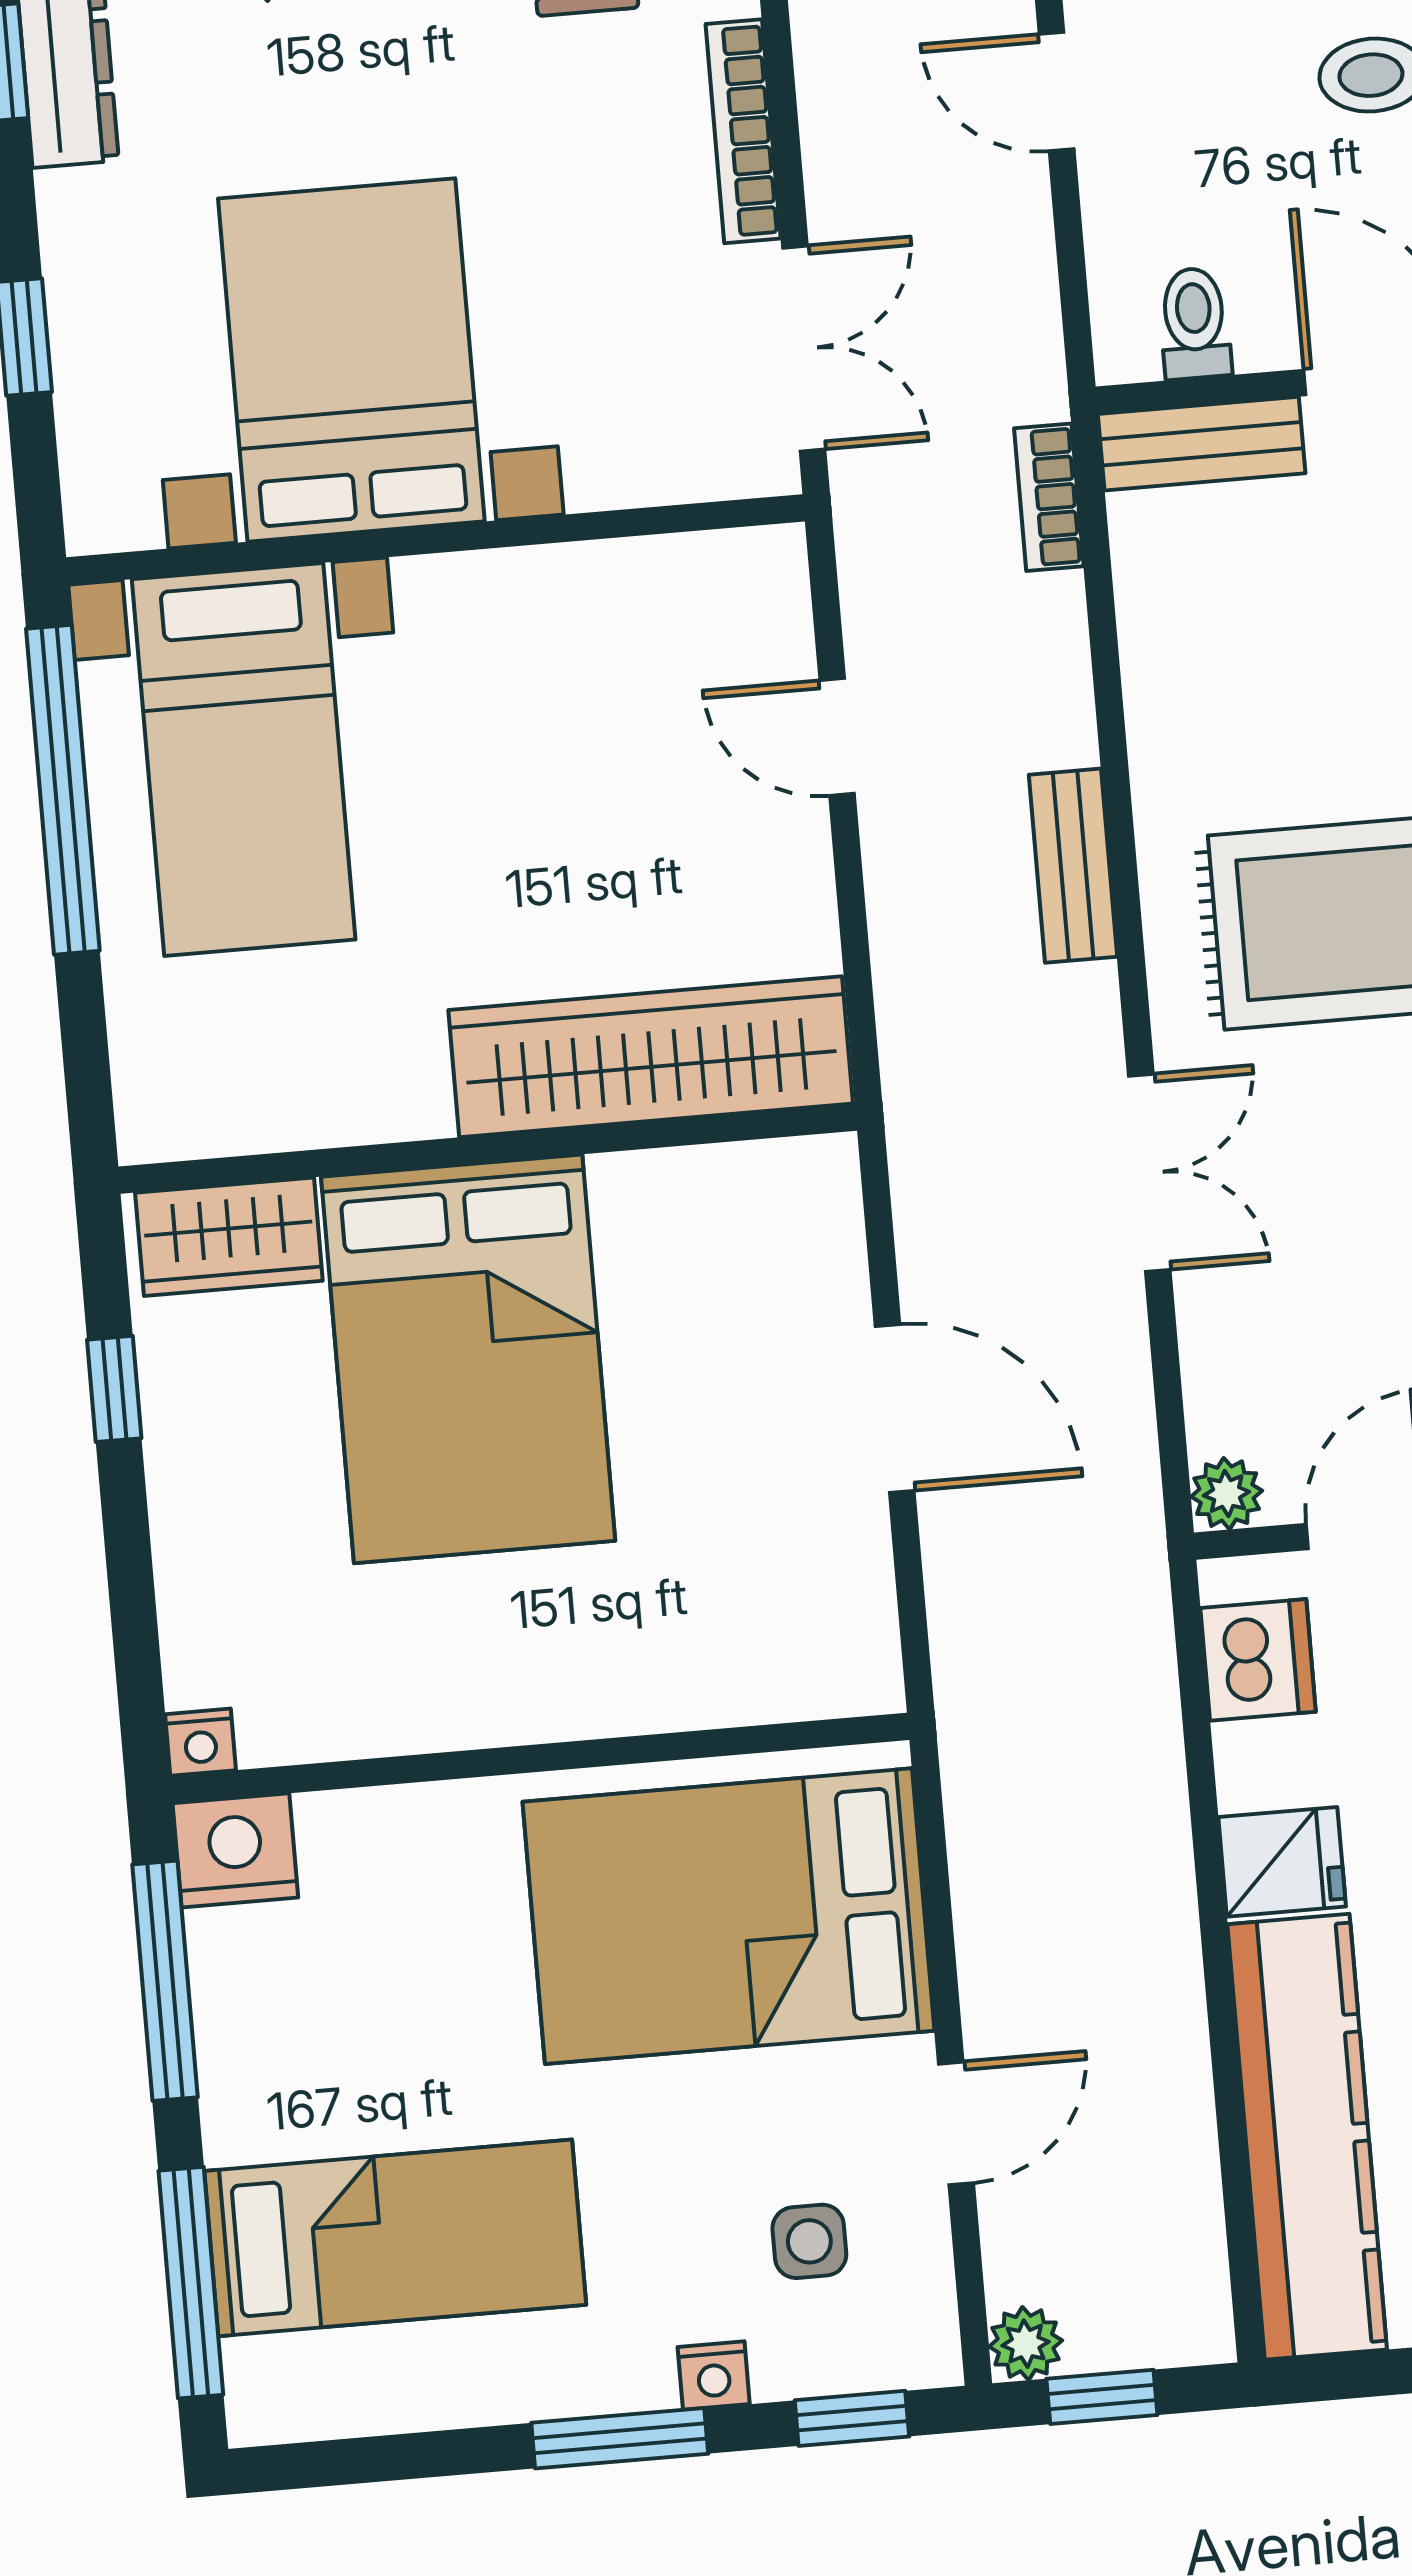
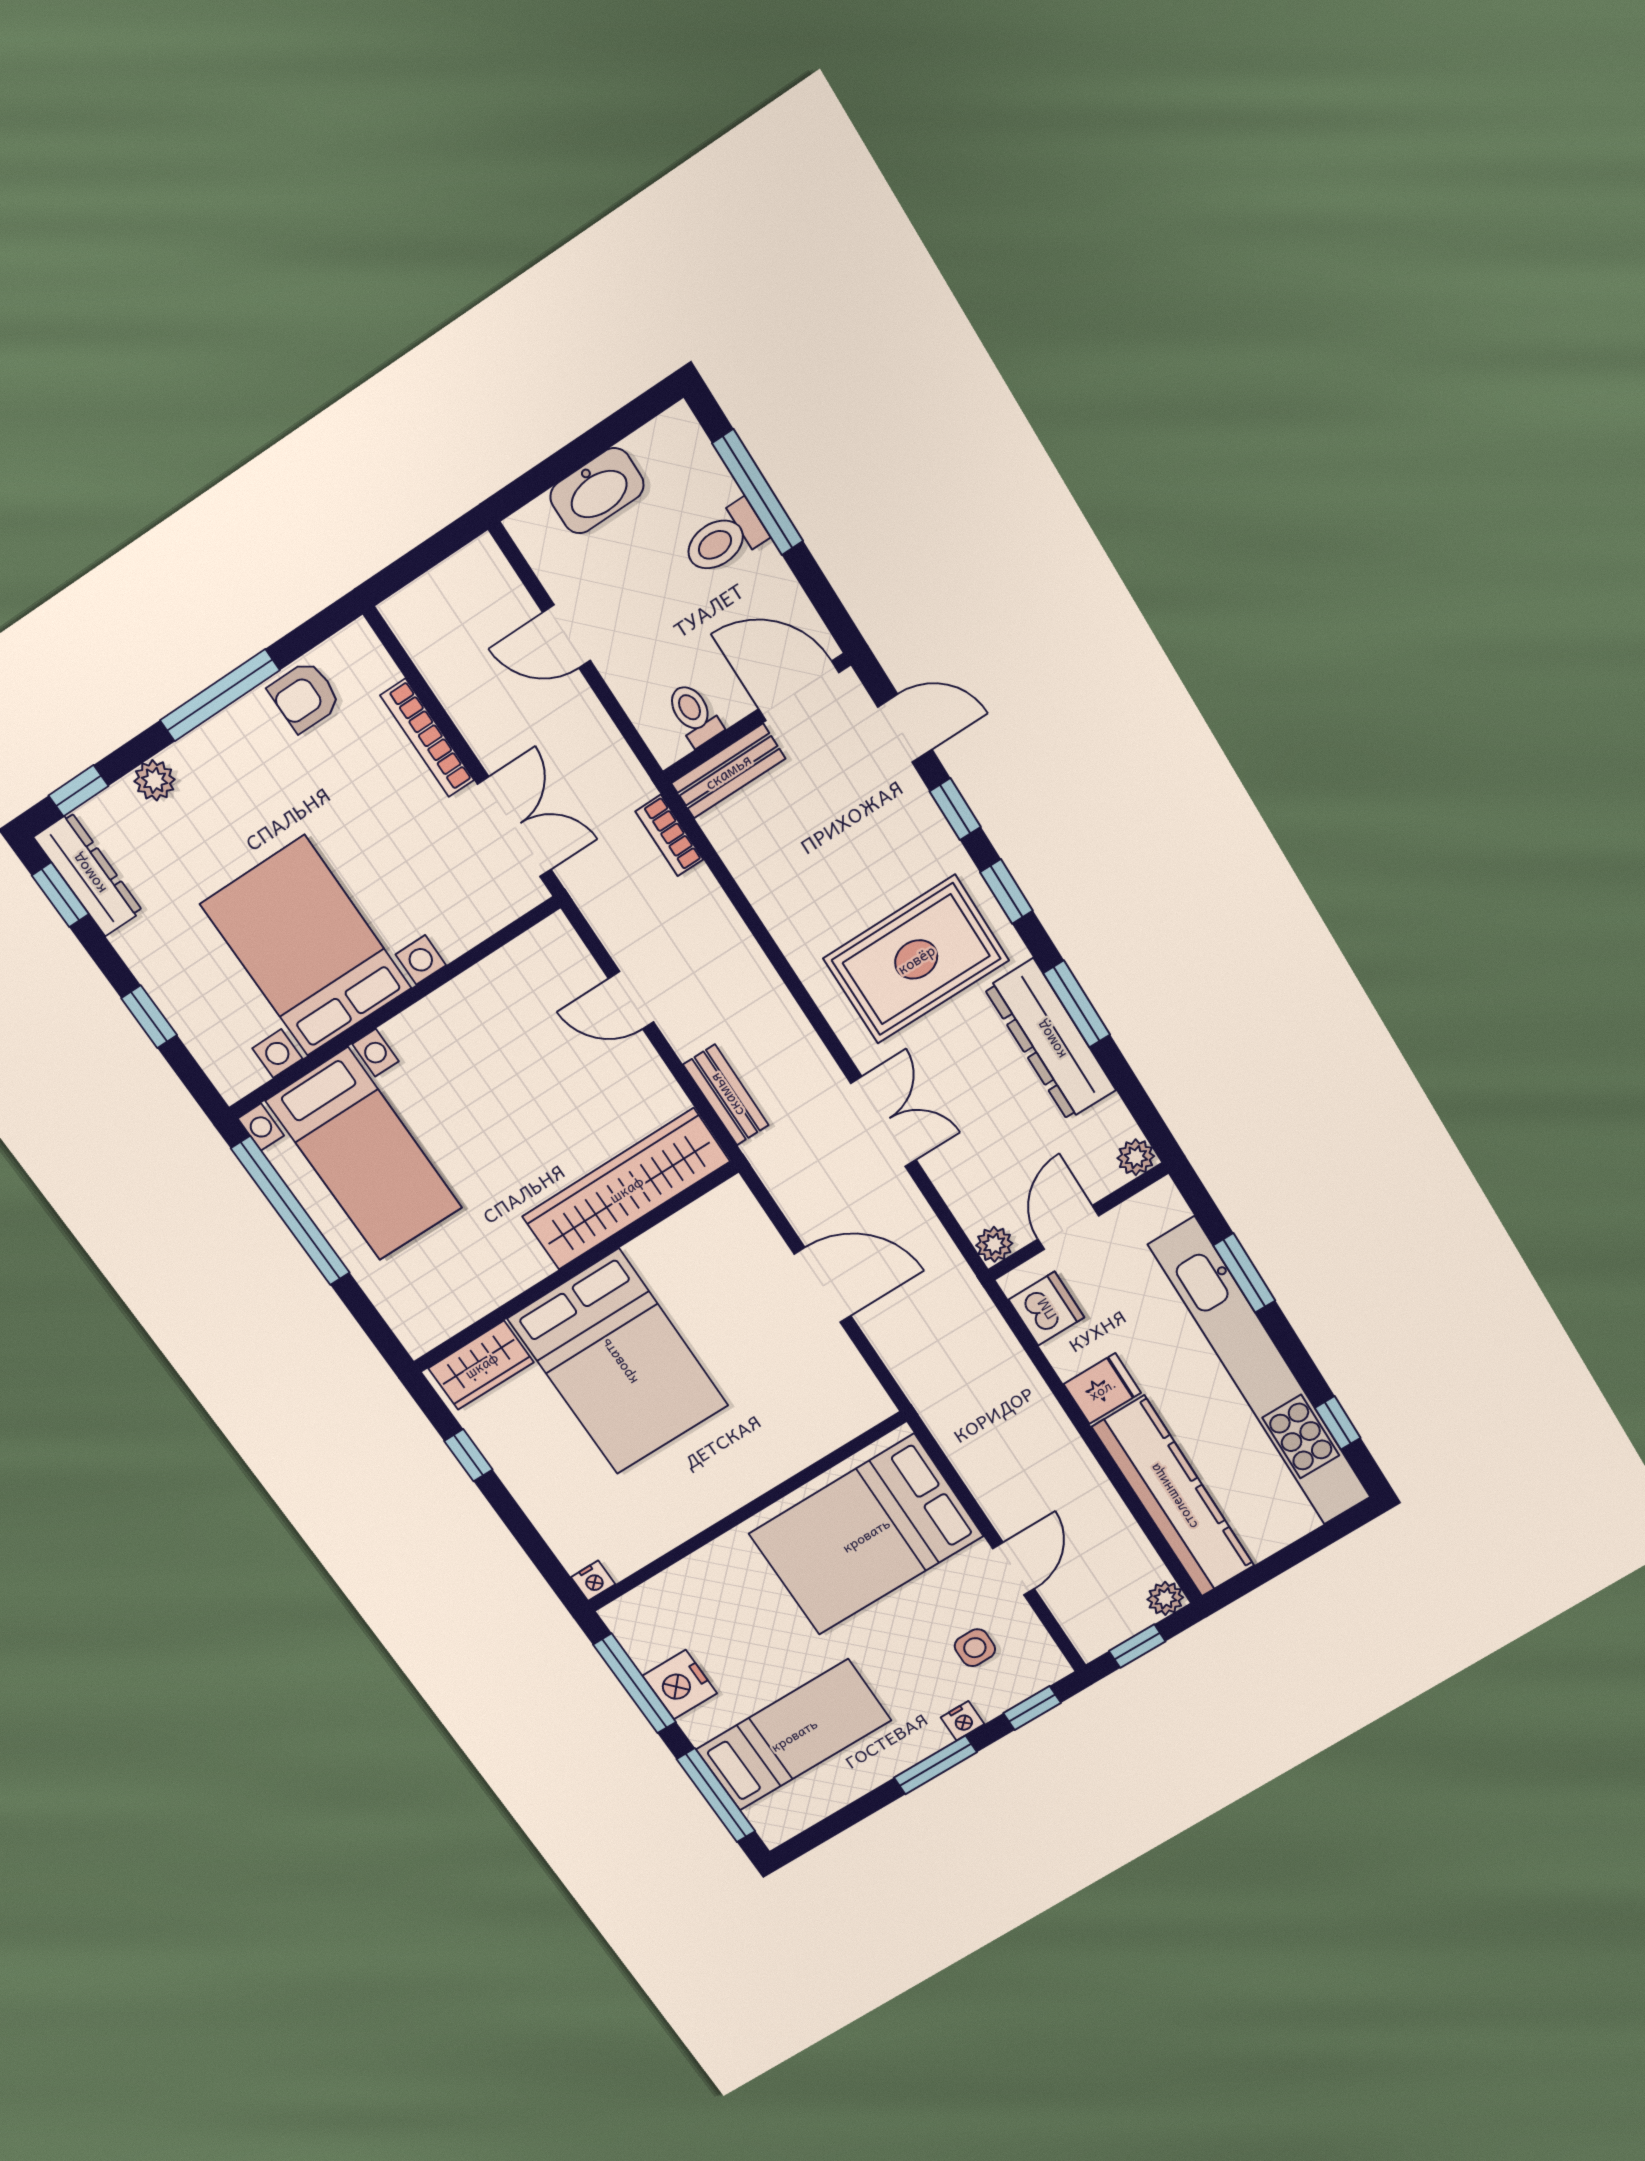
bench: (1073, 866) -> (726, 1095), moved
nightstand: (235, 1850) -> (680, 1685), moved, turned -90
plant: (1026, 2344) -> (1165, 1598), moved

